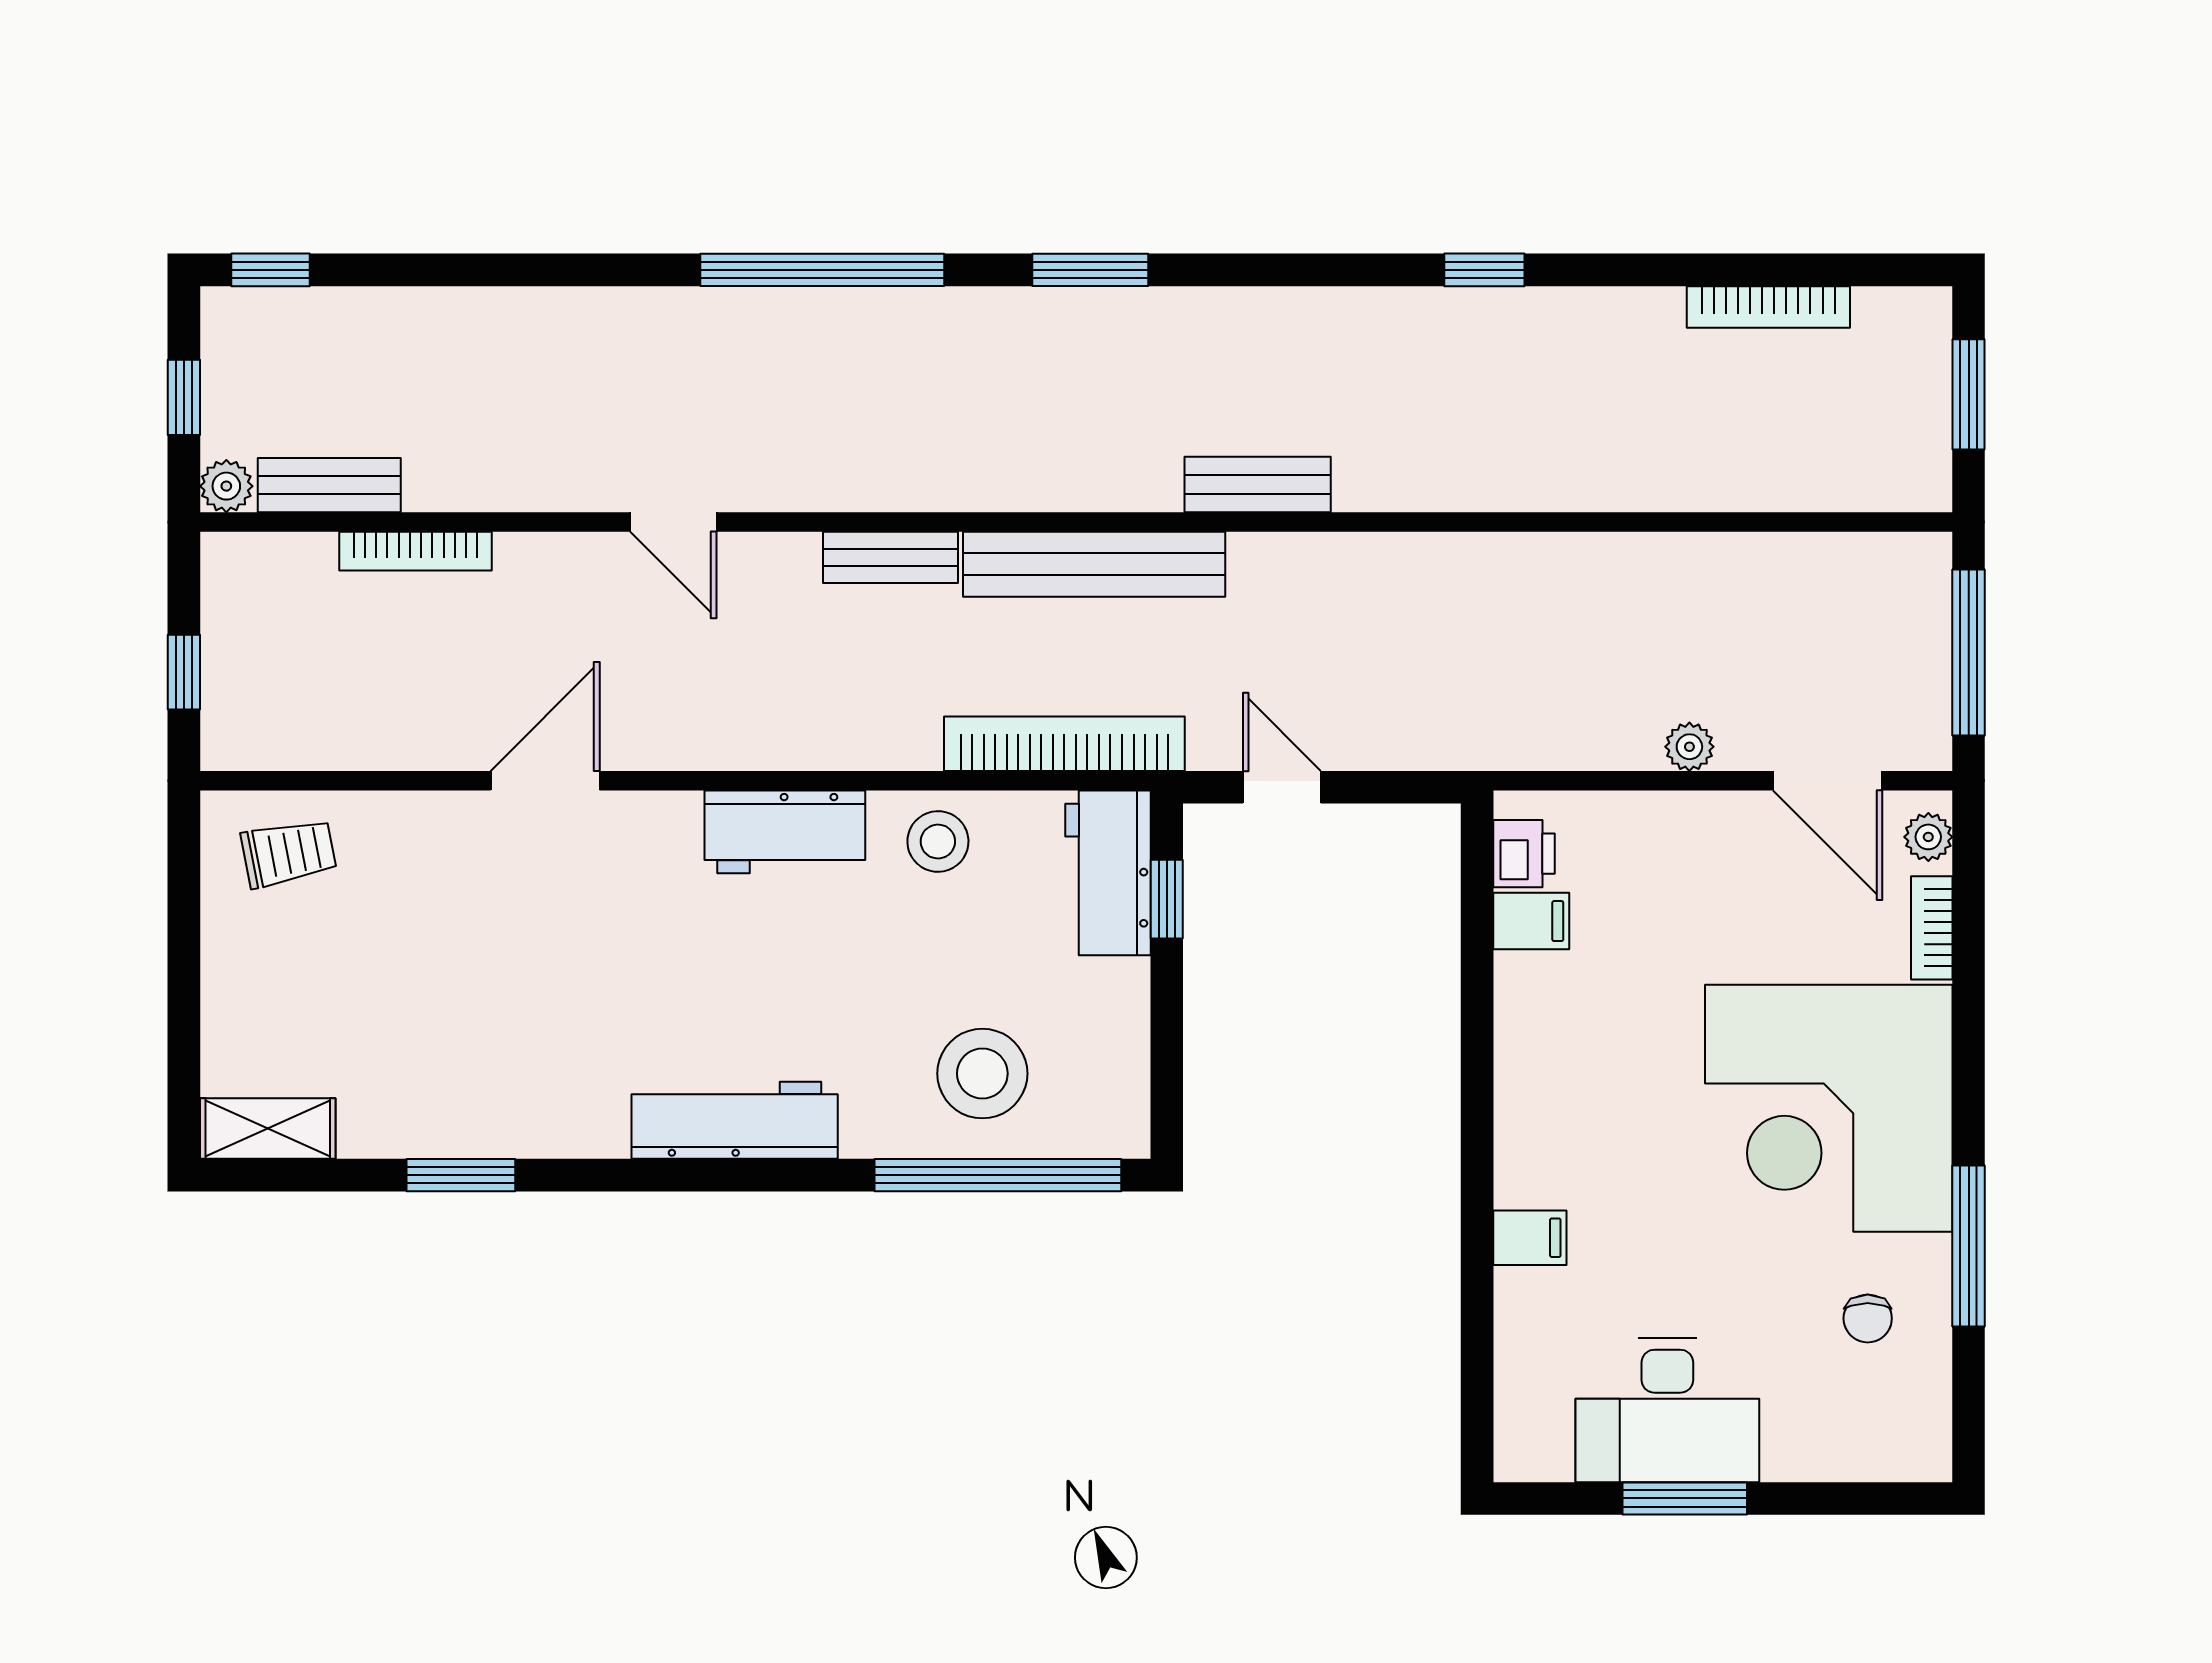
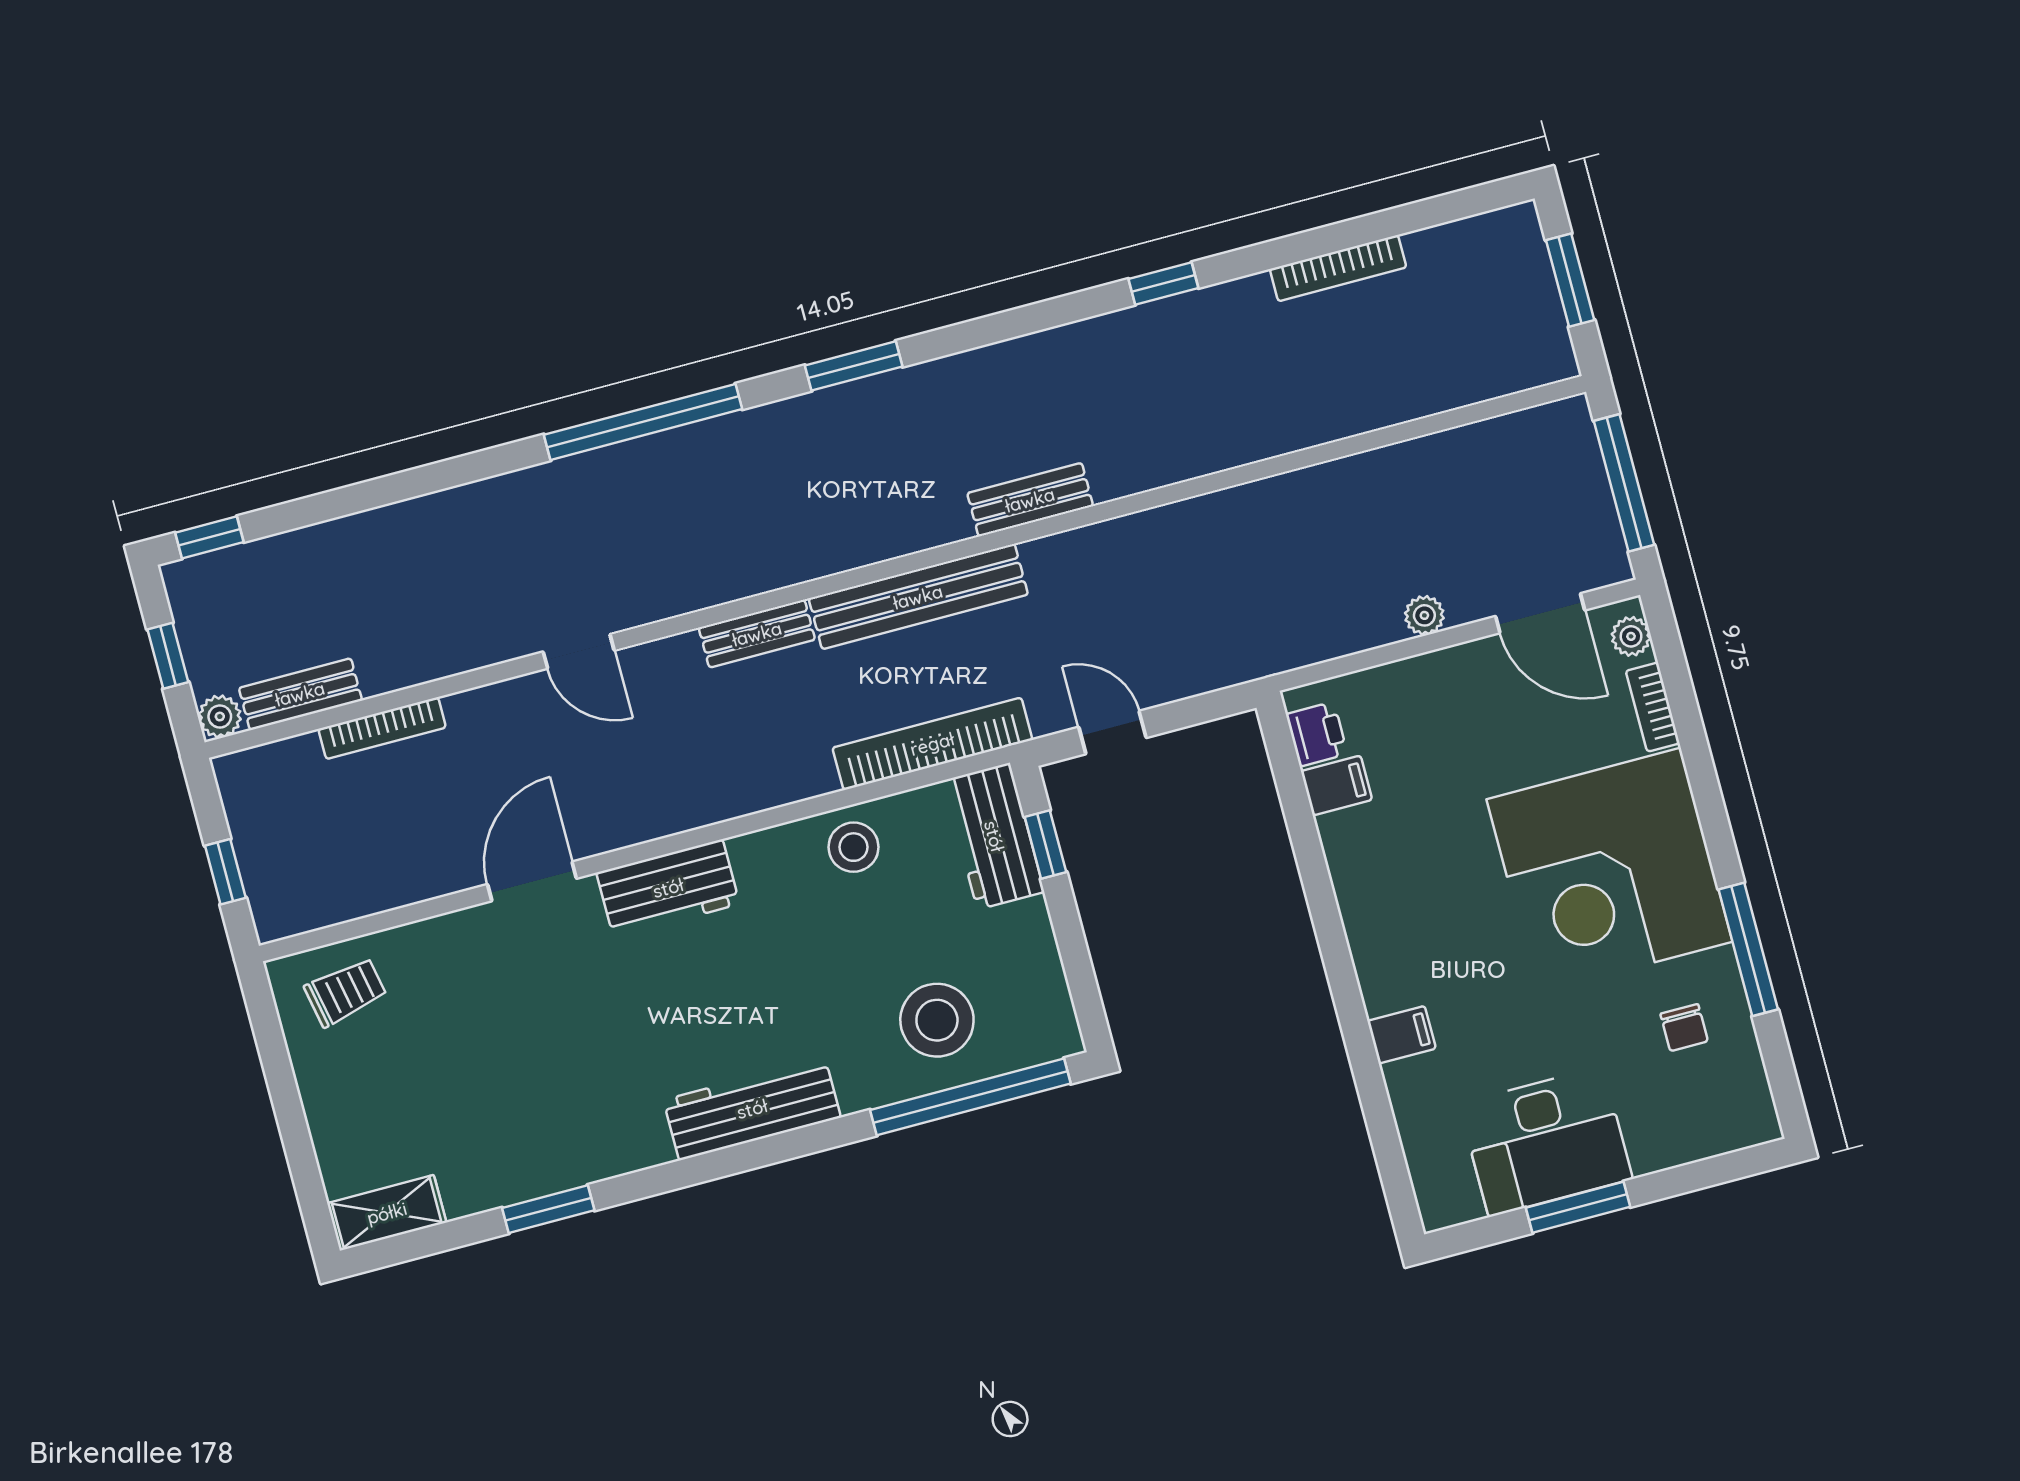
bookcase: (1768, 307) -> (1338, 268), moved
workbench: (785, 832) -> (668, 888), moved

